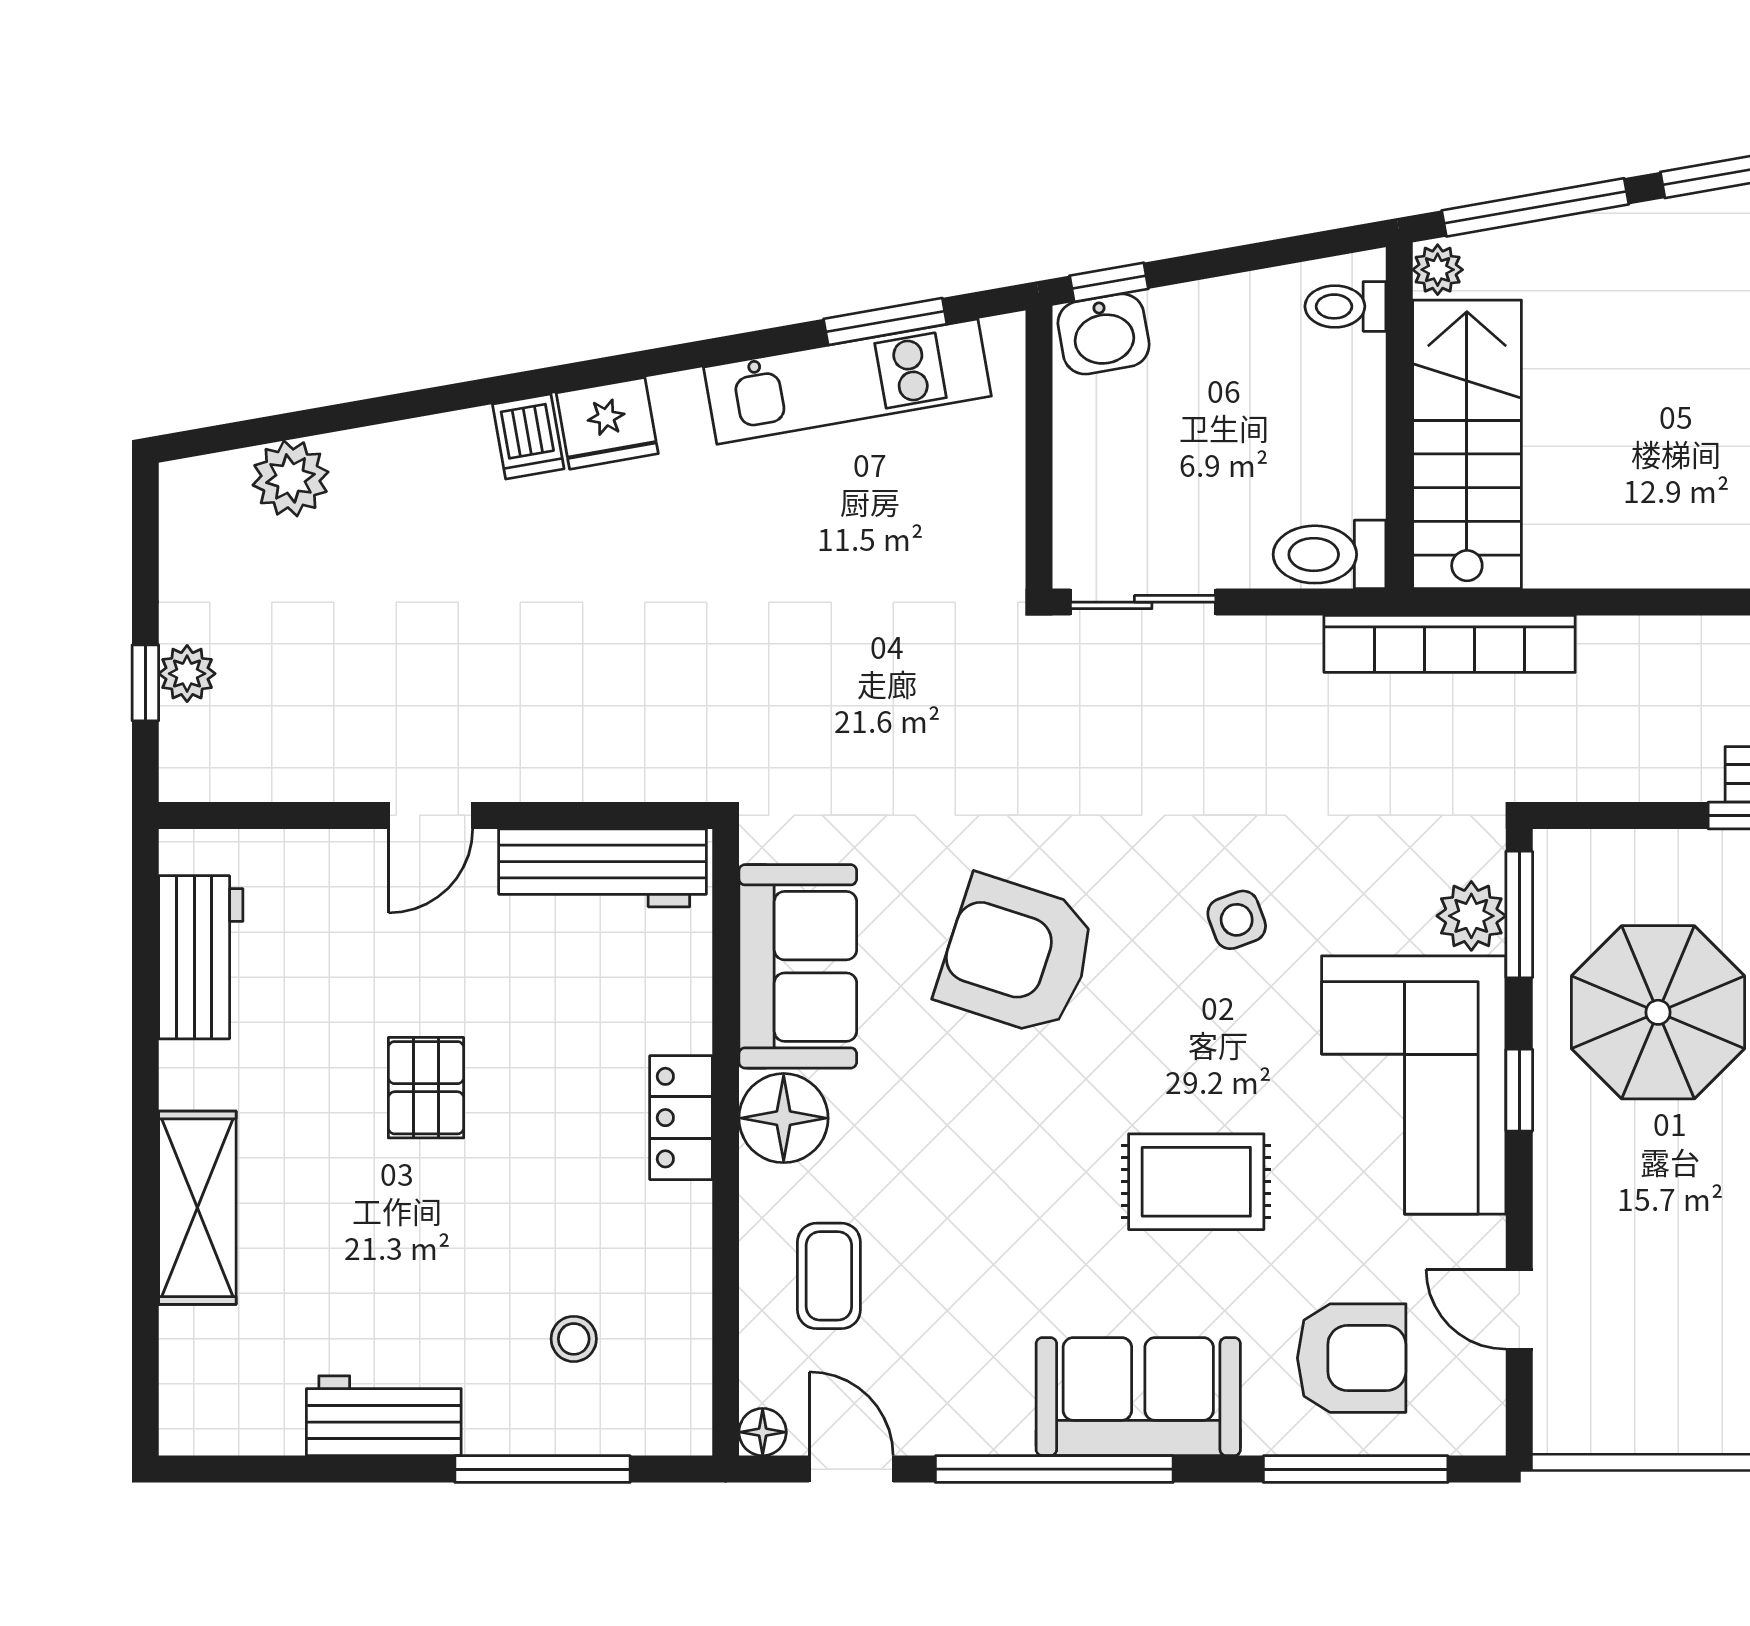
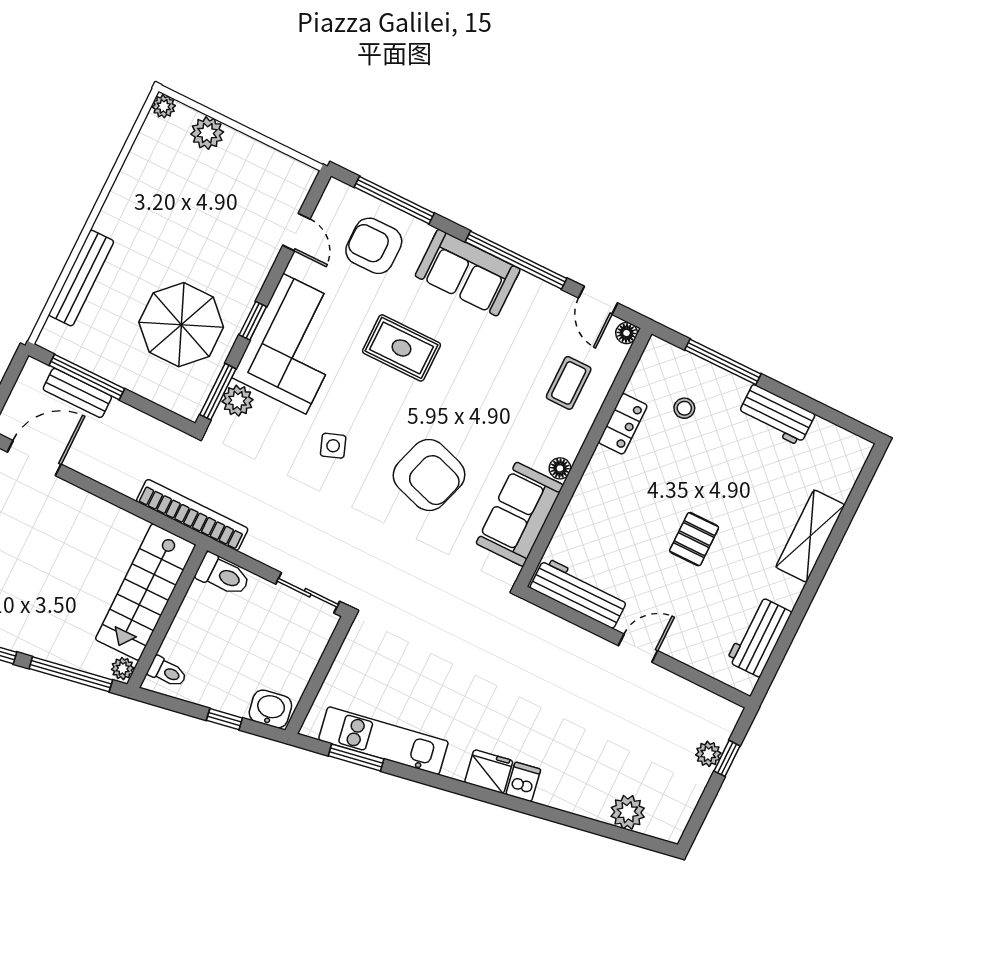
window: (1109, 282) -> (224, 719), moved
locker: (681, 1118) -> (623, 424), moved
floor lamp: (784, 1118) -> (560, 468), width x0.53, depth x0.53

